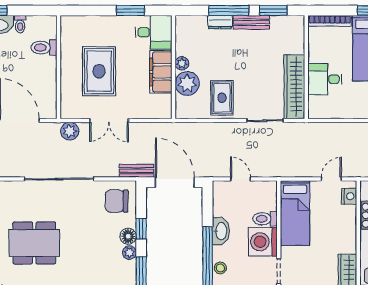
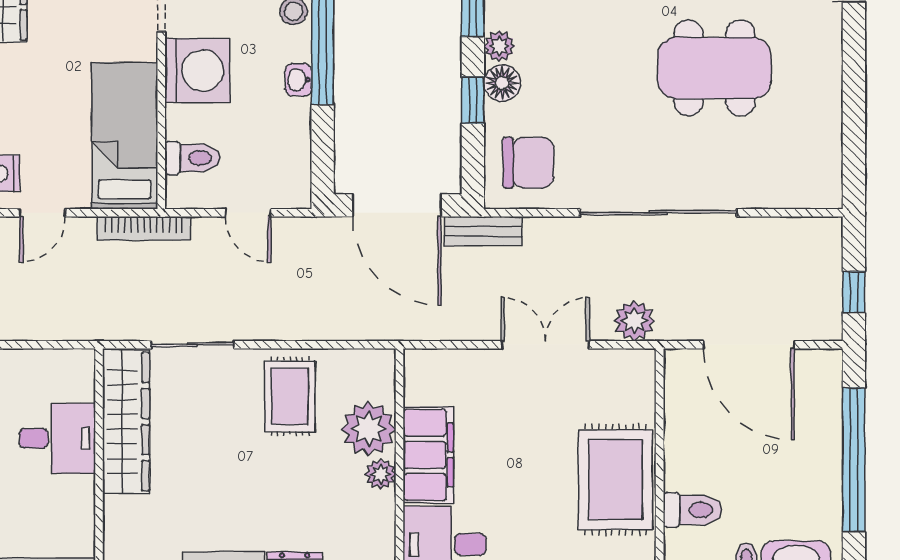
rug: (99, 71) -> (615, 480), moved
bookcase: (287, 172) -> (144, 228), added
toilet: (265, 219) -> (192, 158), moved
washbasin: (221, 231) -> (298, 80), width x0.52, depth x0.69

